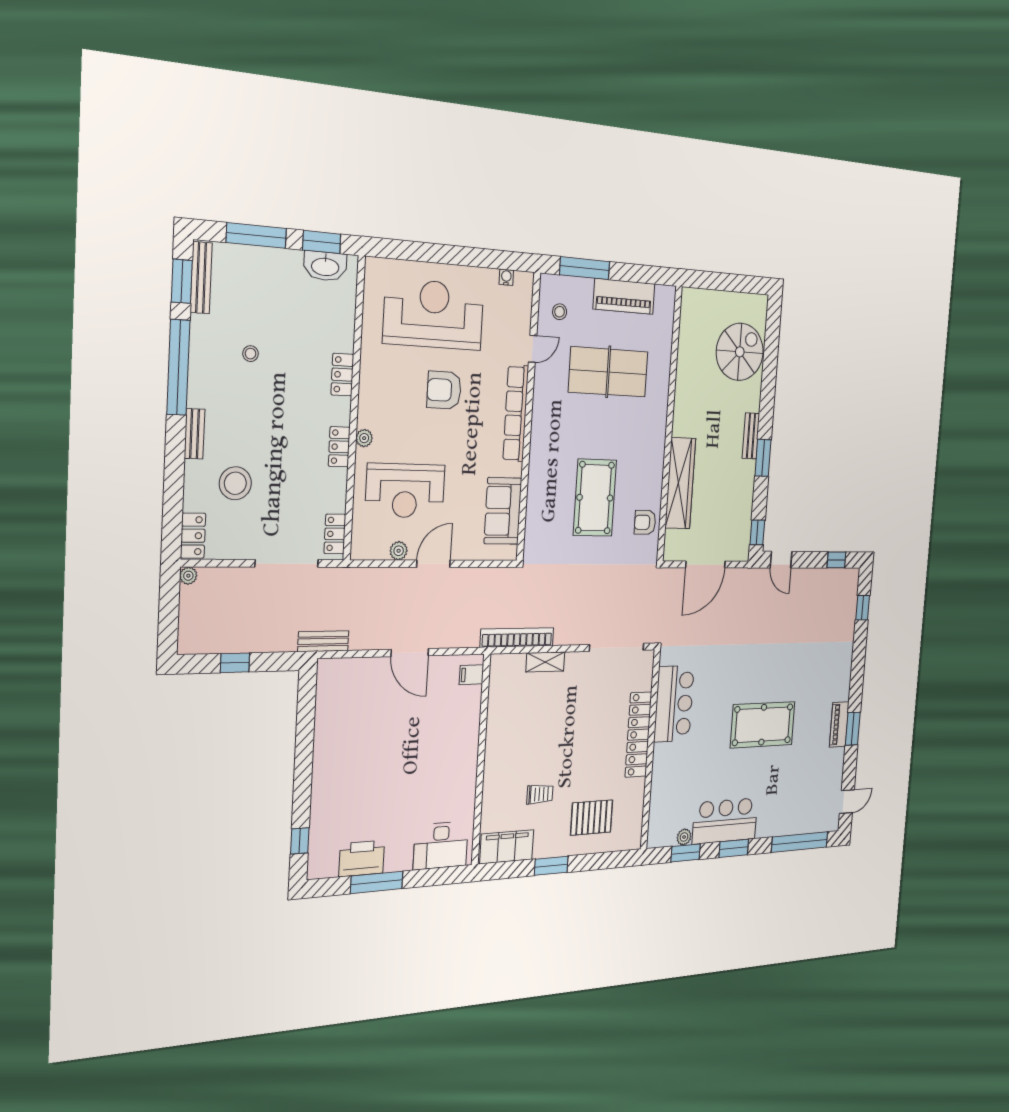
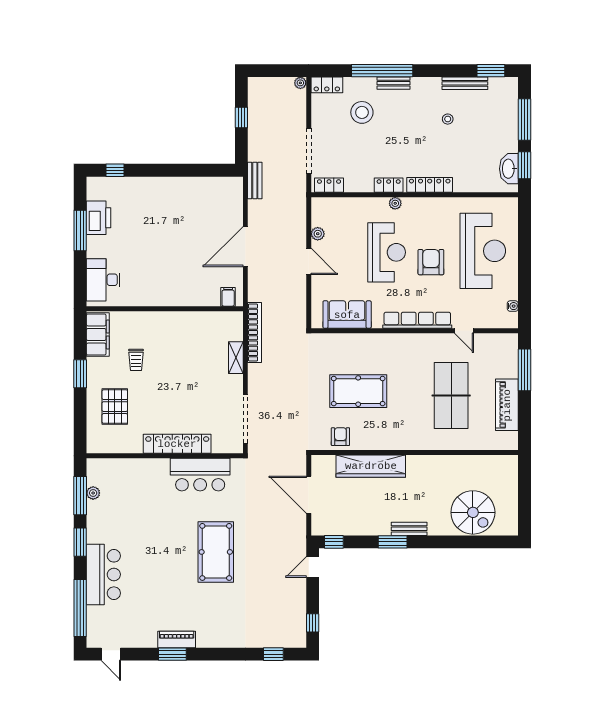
bench: (201, 278) -> (465, 83), moved
stool: (560, 312) -> (492, 351), removed
window: (178, 367) -> (382, 71), moved
locker: (342, 375) -> (430, 185), width x1.53
reception desk: (405, 491) -> (387, 252), moved, turned 180
door: (410, 653) -> (245, 247), width x1.36
pool table: (763, 725) -> (216, 552), moved
bar counter: (725, 821) -> (103, 574), moved
window: (686, 853) -> (80, 496), width x1.44

